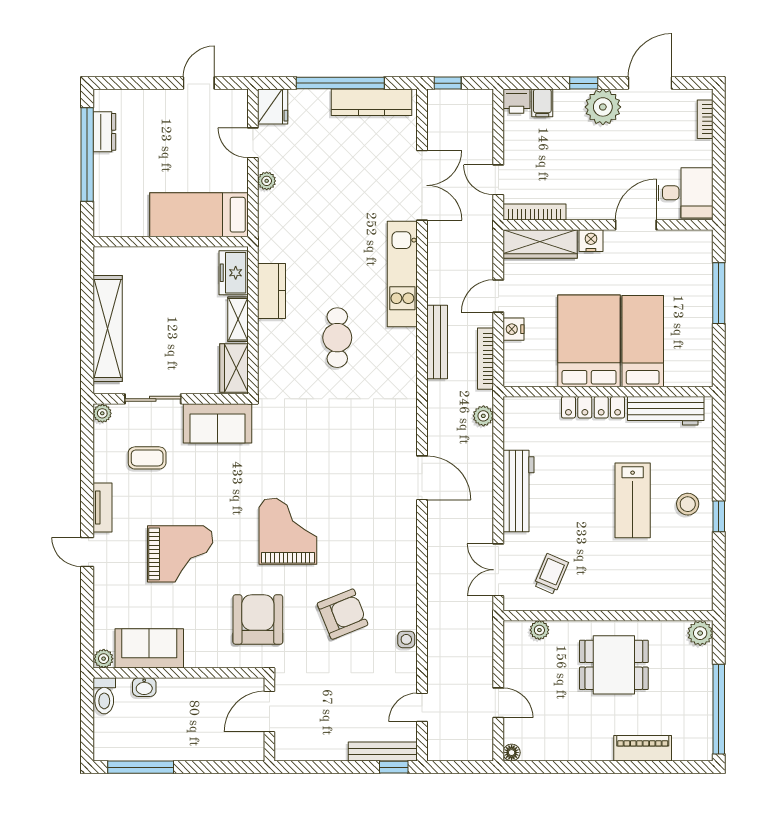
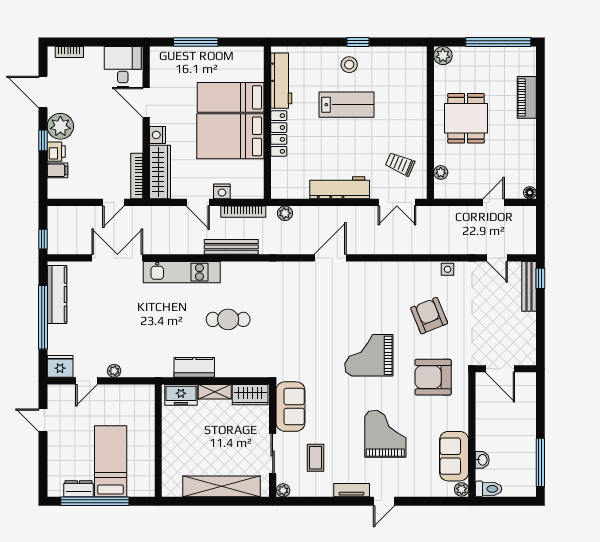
printer: (516, 101) -> (56, 152), moved
bed: (199, 215) -> (111, 461), moved, turned 180

